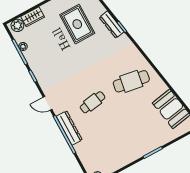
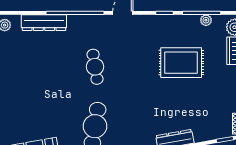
rug: (77, 24) -> (181, 63), moved
dresser: (69, 128) -> (44, 23), moved

